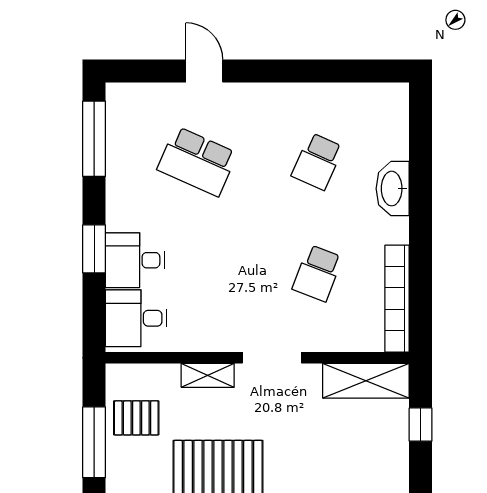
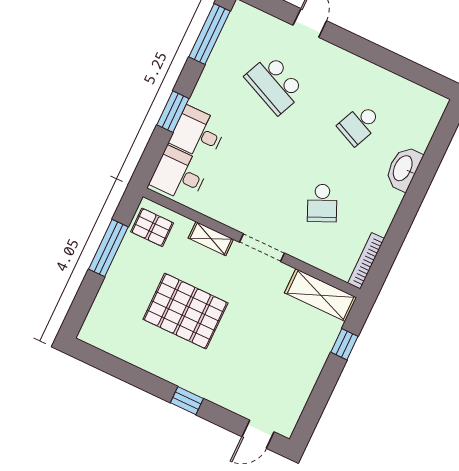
school desk: (317, 273) -> (322, 203), turned -45
bookcase: (397, 299) -> (366, 261), width x0.68, depth x0.76
pallet: (136, 418) -> (152, 227), moved

